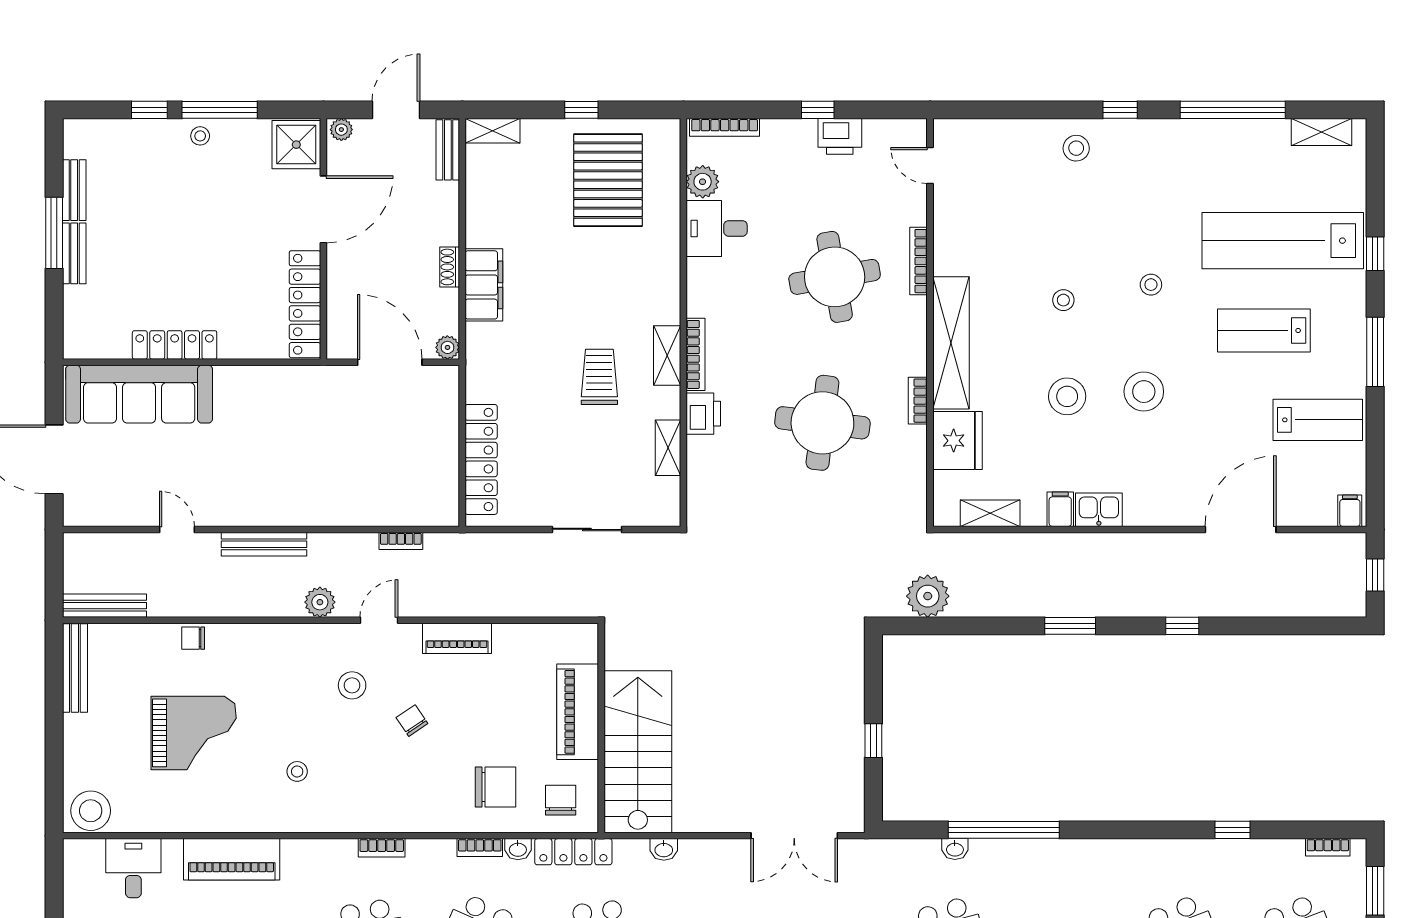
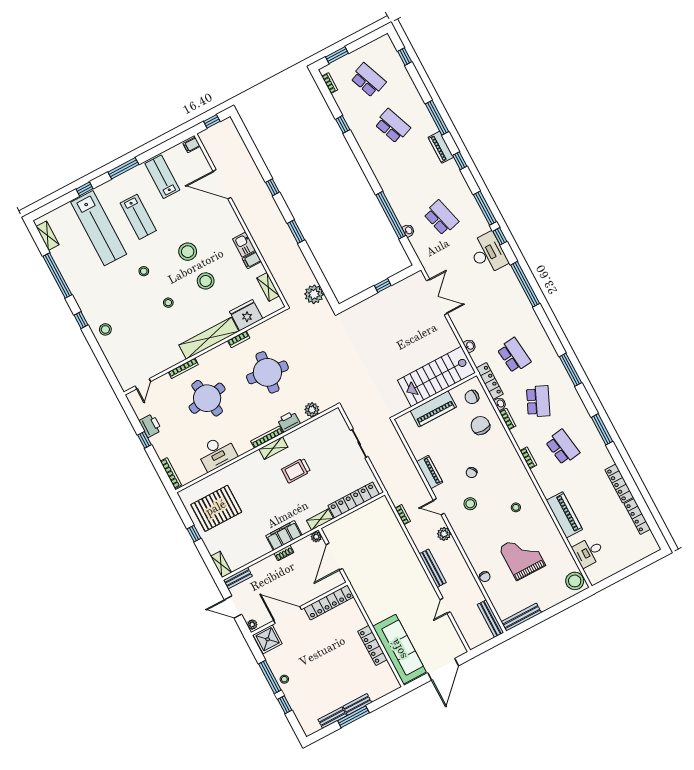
plant: (703, 182) -> (312, 410), moved
desk: (717, 228) -> (217, 453), width x1.37
shelving: (668, 448) -> (320, 519), moved

